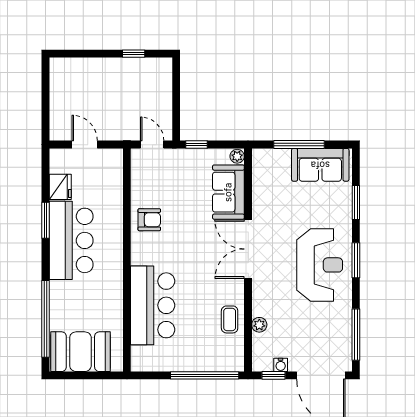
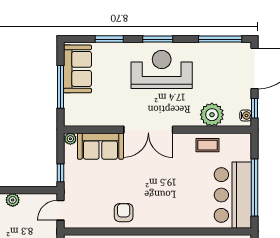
plant: (164, 88) -> (13, 200), added
bar counter: (153, 305) -> (233, 195), moved, turned -90
plant: (259, 325) -> (212, 115), width x1.88, depth x1.88
water cooler: (281, 365) -> (246, 116), moved
window: (205, 375) -> (254, 187), moved

